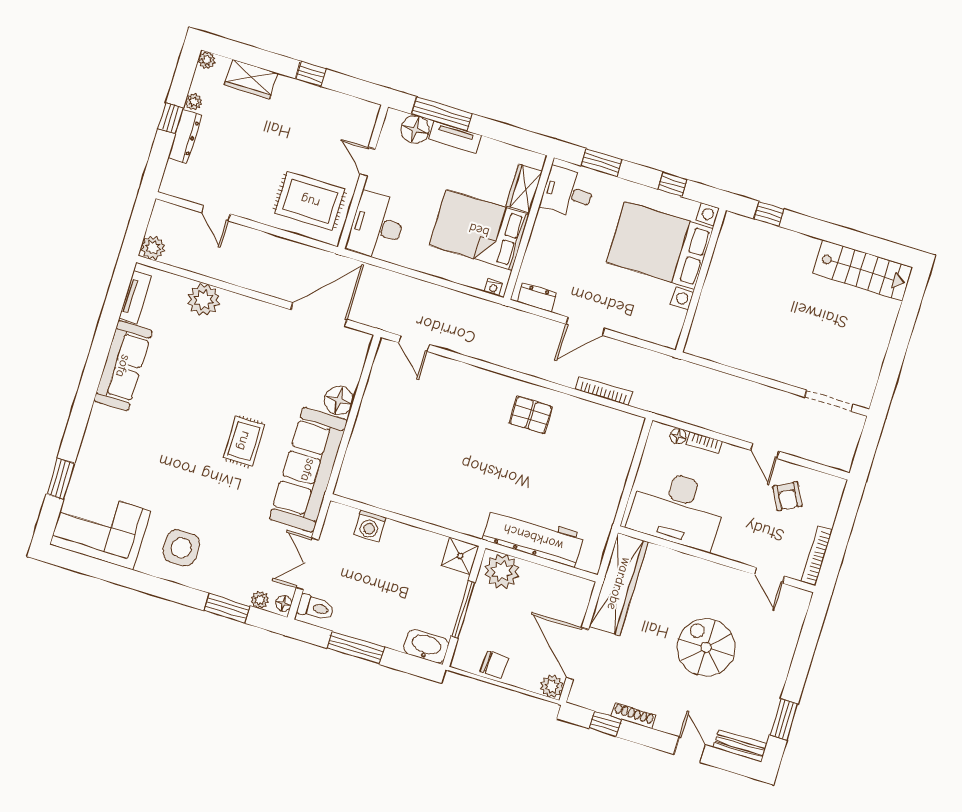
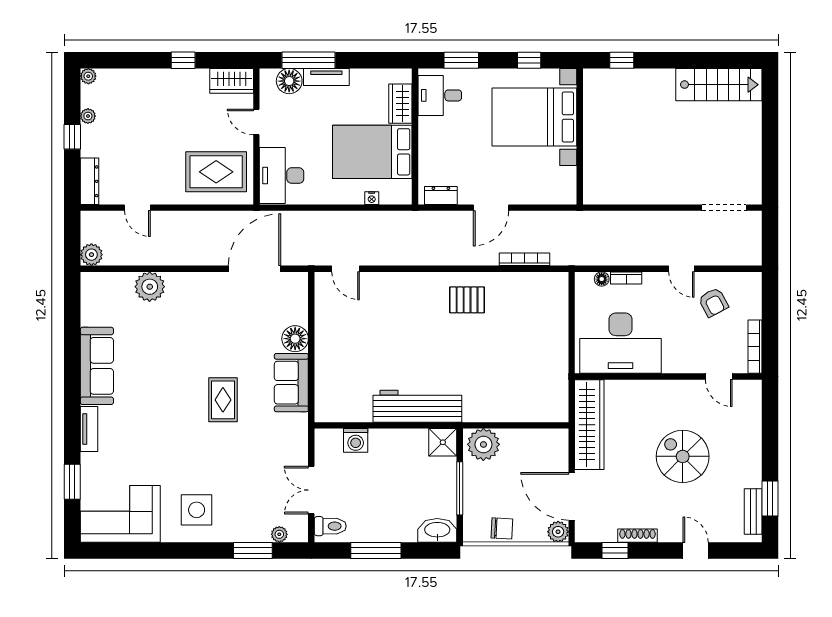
wardrobe: (251, 79) -> (232, 81), moved
dresser: (185, 136) -> (90, 181), moved
nightstand: (493, 287) -> (372, 198), moved
tv unit: (135, 297) -> (89, 429), moved
sofa: (308, 470) -> (291, 383), width x0.54, depth x0.79
workbench: (533, 537) -> (417, 406), moved
floor lamp: (284, 603) -> (301, 531), removed
bench: (740, 746) -> (753, 511), moved, turned 90

